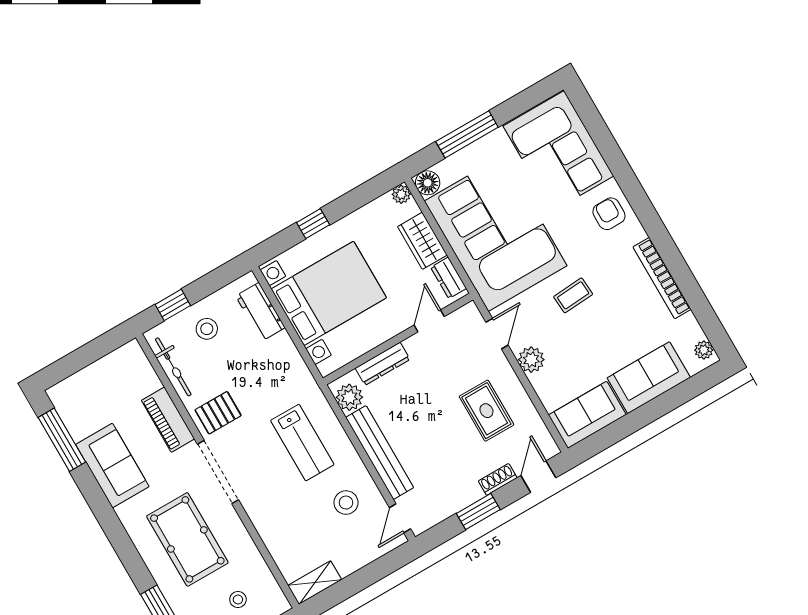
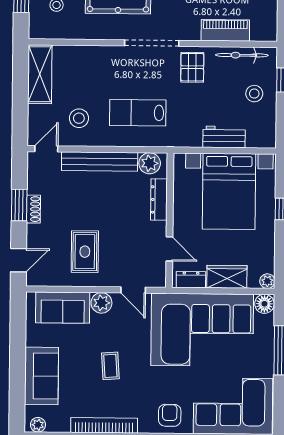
armchair: (609, 214) -> (170, 415), turned -90
coffee table: (573, 295) -> (110, 366), moved
workbench: (260, 312) -> (224, 137), moved
rug: (486, 411) -> (85, 252), turned 90
sofa: (587, 415) -> (63, 308), moved, turned 90
piano: (168, 420) -> (225, 30), moved
door: (538, 477) -> (19, 260), hinge flipped
shoe rack: (498, 479) -> (33, 209), moved
door: (400, 518) -> (46, 149), hinge flipped
shelving: (315, 583) -> (40, 74), width x1.50, depth x1.33

